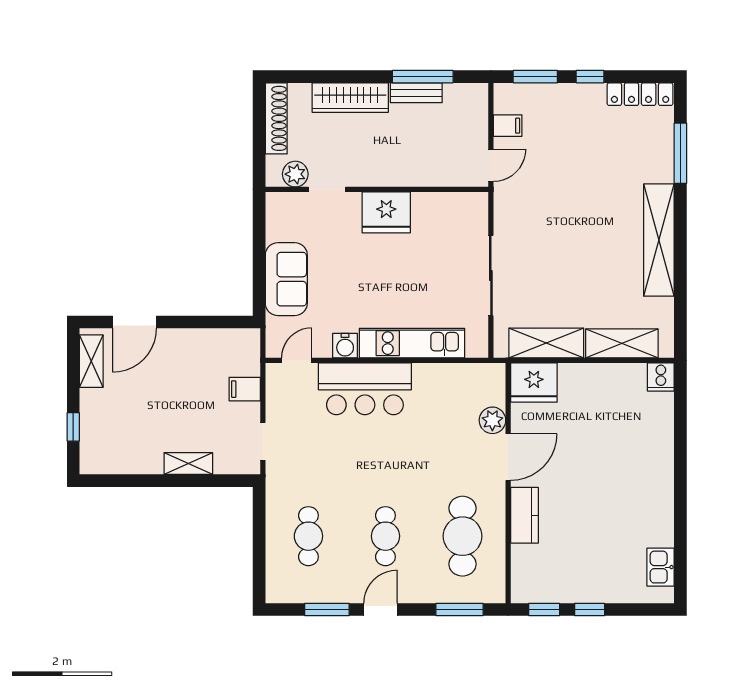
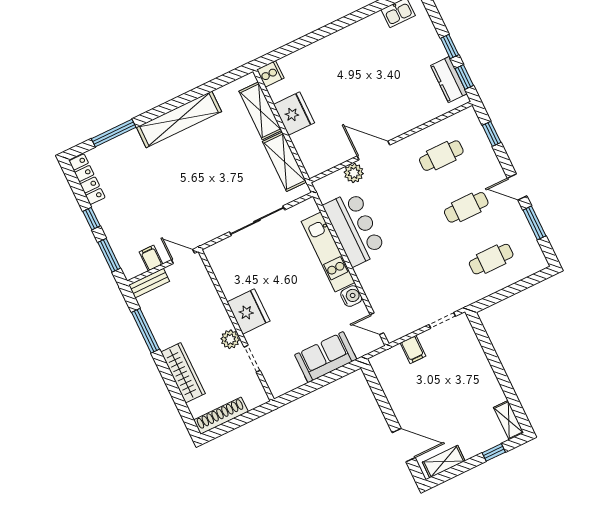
bench: (416, 93) -> (149, 283), moved, turned 90
plant: (295, 174) -> (230, 339), moved
fridge: (534, 383) -> (294, 114), moved
bar counter: (365, 389) -> (354, 228), moved
shelving: (188, 464) -> (509, 420), moved
kitchen counter: (525, 515) -> (449, 80), moved, turned -90
cafe table: (463, 536) -> (441, 156), width x0.73, depth x0.74
window: (460, 610) -> (492, 134), width x0.67

